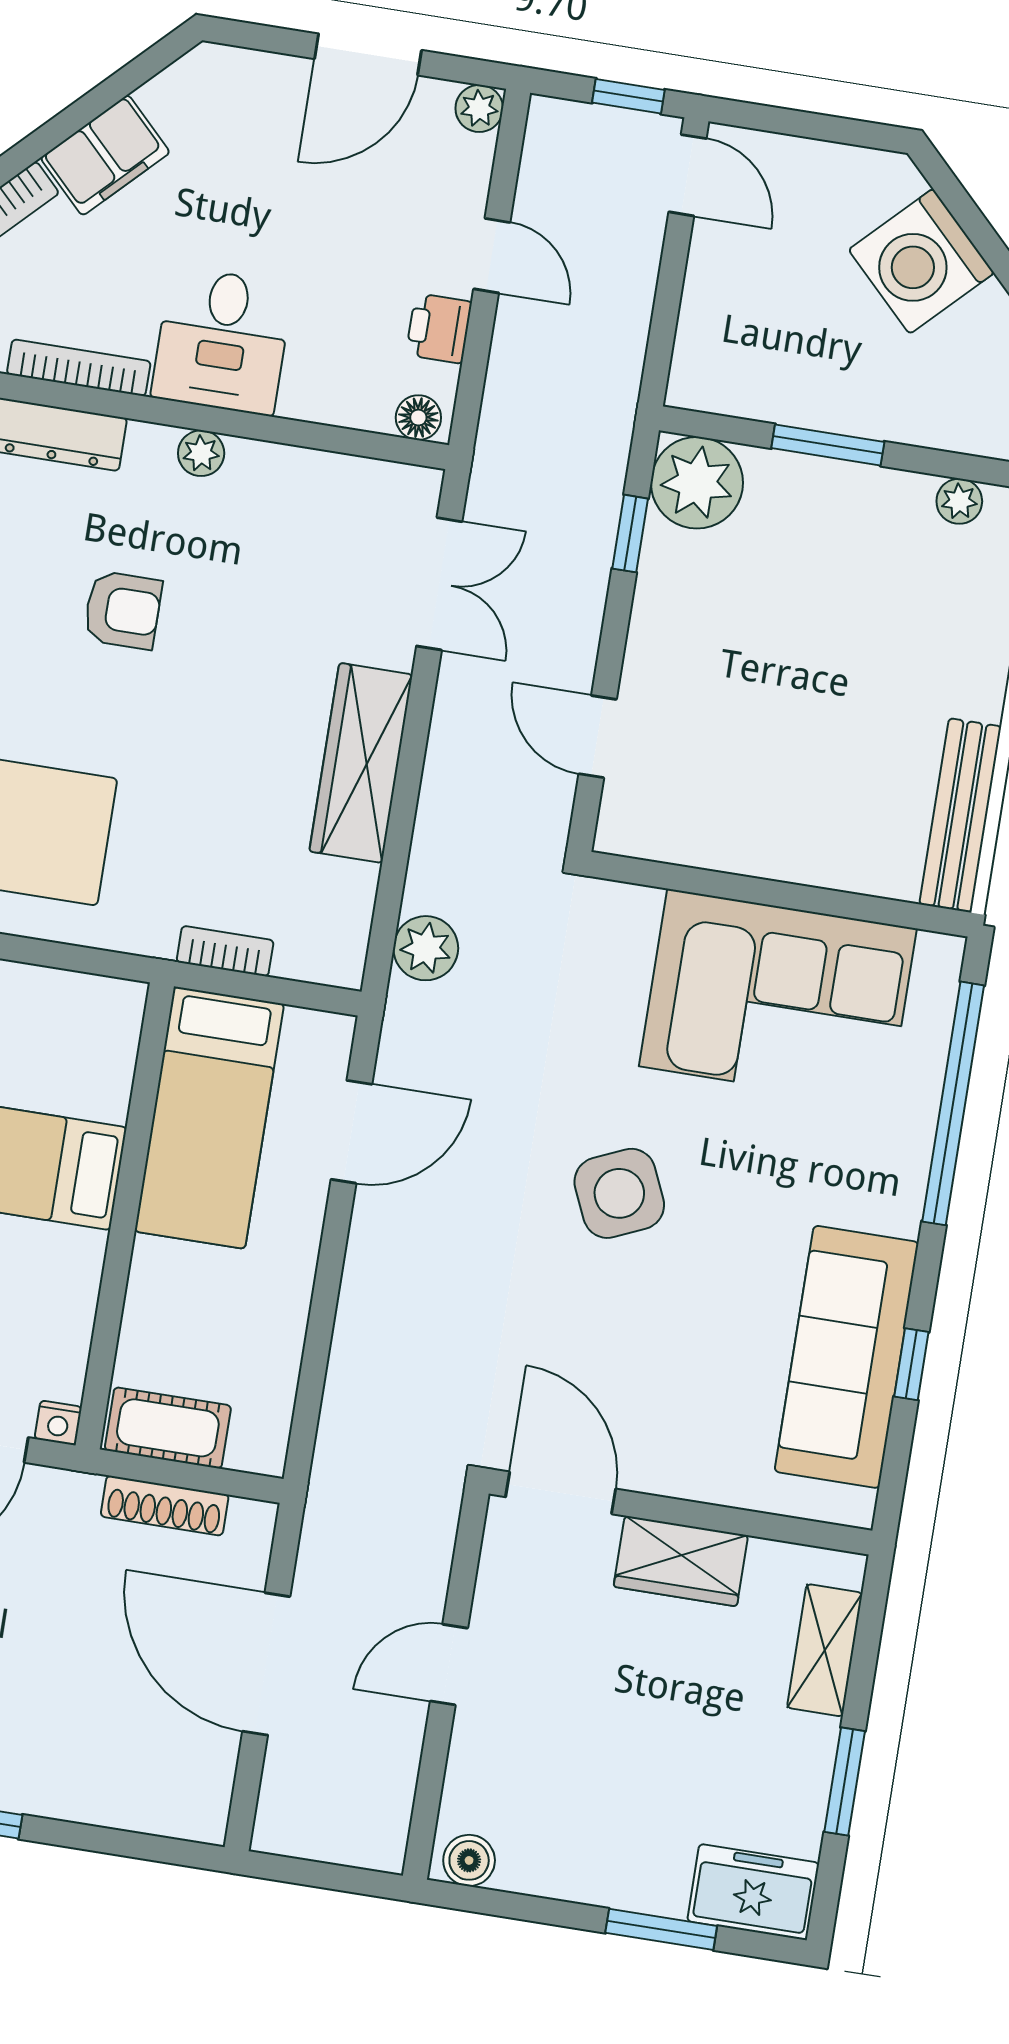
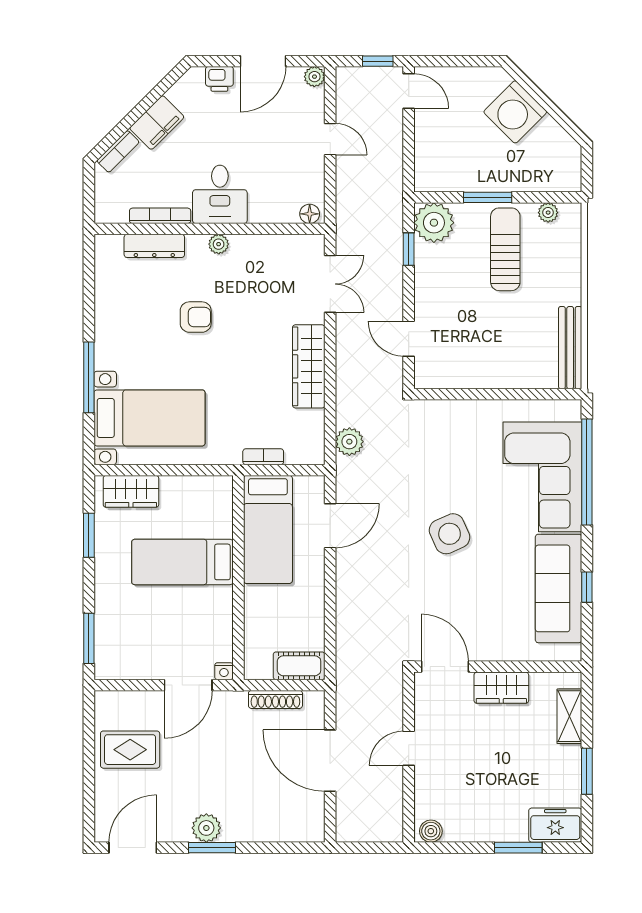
printer: (439, 328) -> (219, 79), moved, turned -90
sun lounger: (849, 569) -> (505, 249), added
corner sofa: (778, 997) -> (542, 477), moved, turned 90
cot: (168, 1428) -> (299, 666), moved

